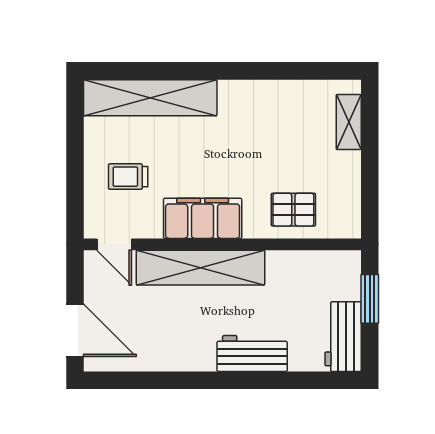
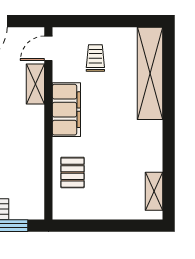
shelving: (349, 122) -> (154, 191), moved, turned 90
shelving: (201, 268) -> (35, 84), width x0.45, depth x0.75

